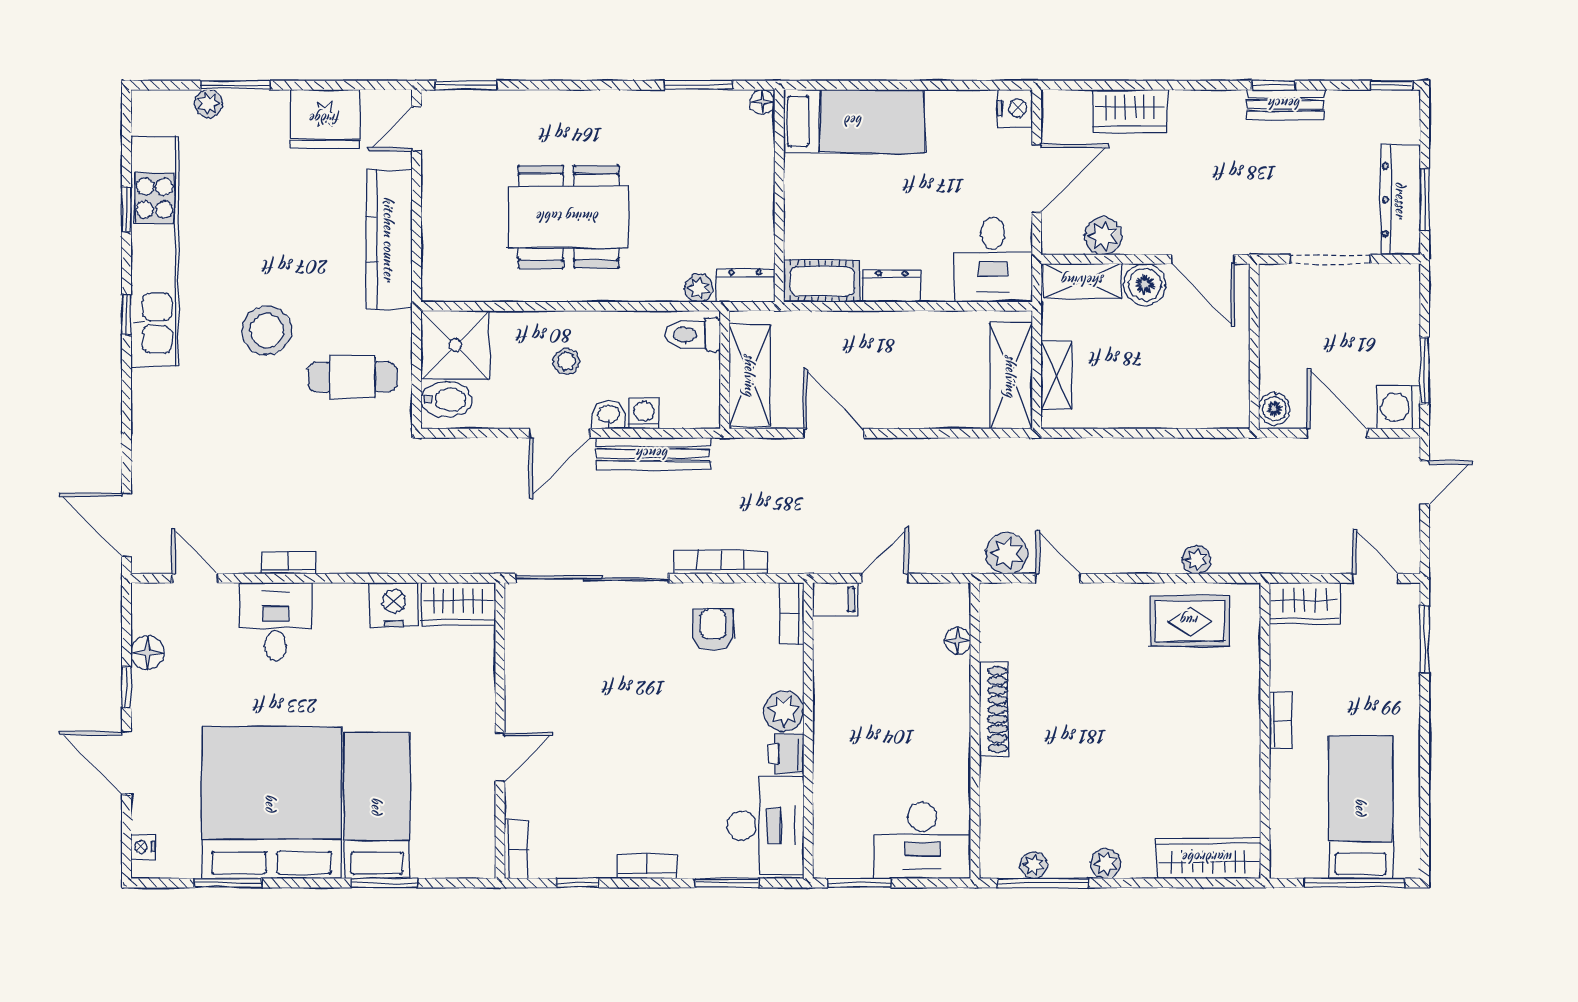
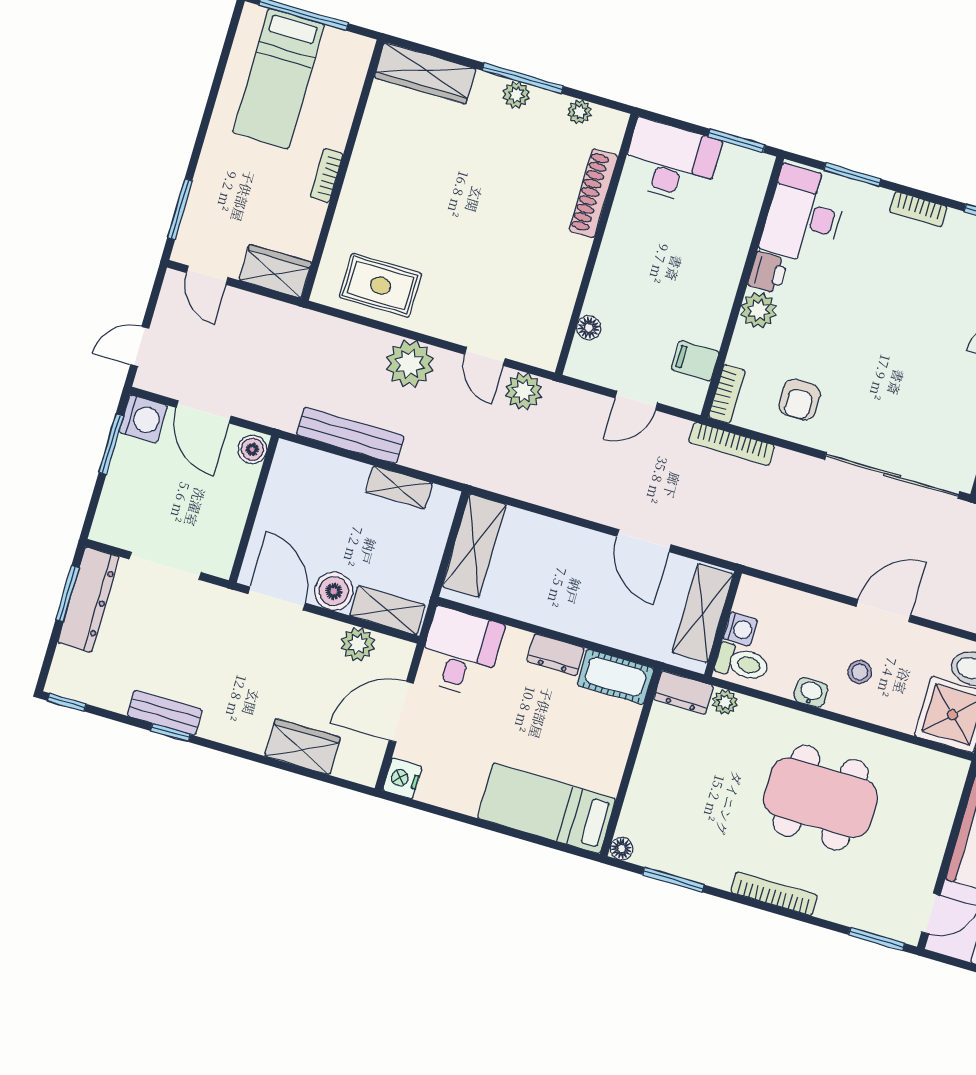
bookcase: (588, 101) -> (774, 894), added
shelving: (1056, 375) -> (399, 487), moved, turned 90
washing machine: (644, 414) -> (740, 629), moved, turned -90
washbasin: (608, 415) -> (811, 693), moved, turned 180
bench: (653, 454) -> (350, 435), moved
plant: (1196, 560) -> (410, 364), moved, width x1.88, depth x1.88
bookcase: (721, 562) -> (732, 444), moved
filing cabinet: (835, 600) -> (695, 361), moved
shoe rack: (994, 709) -> (593, 193), moved
window: (1043, 883) -> (523, 78), moved

